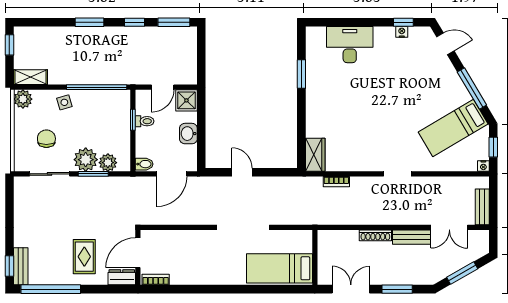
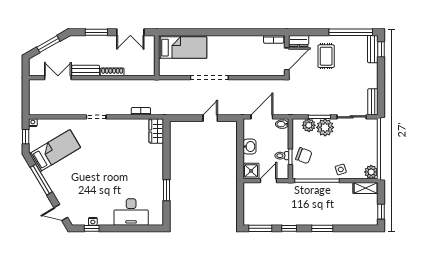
chair: (46, 139) -> (304, 156), moved, turned -70
door: (242, 172) -> (210, 118), swing flipped
bench: (482, 207) -> (373, 102), moved

